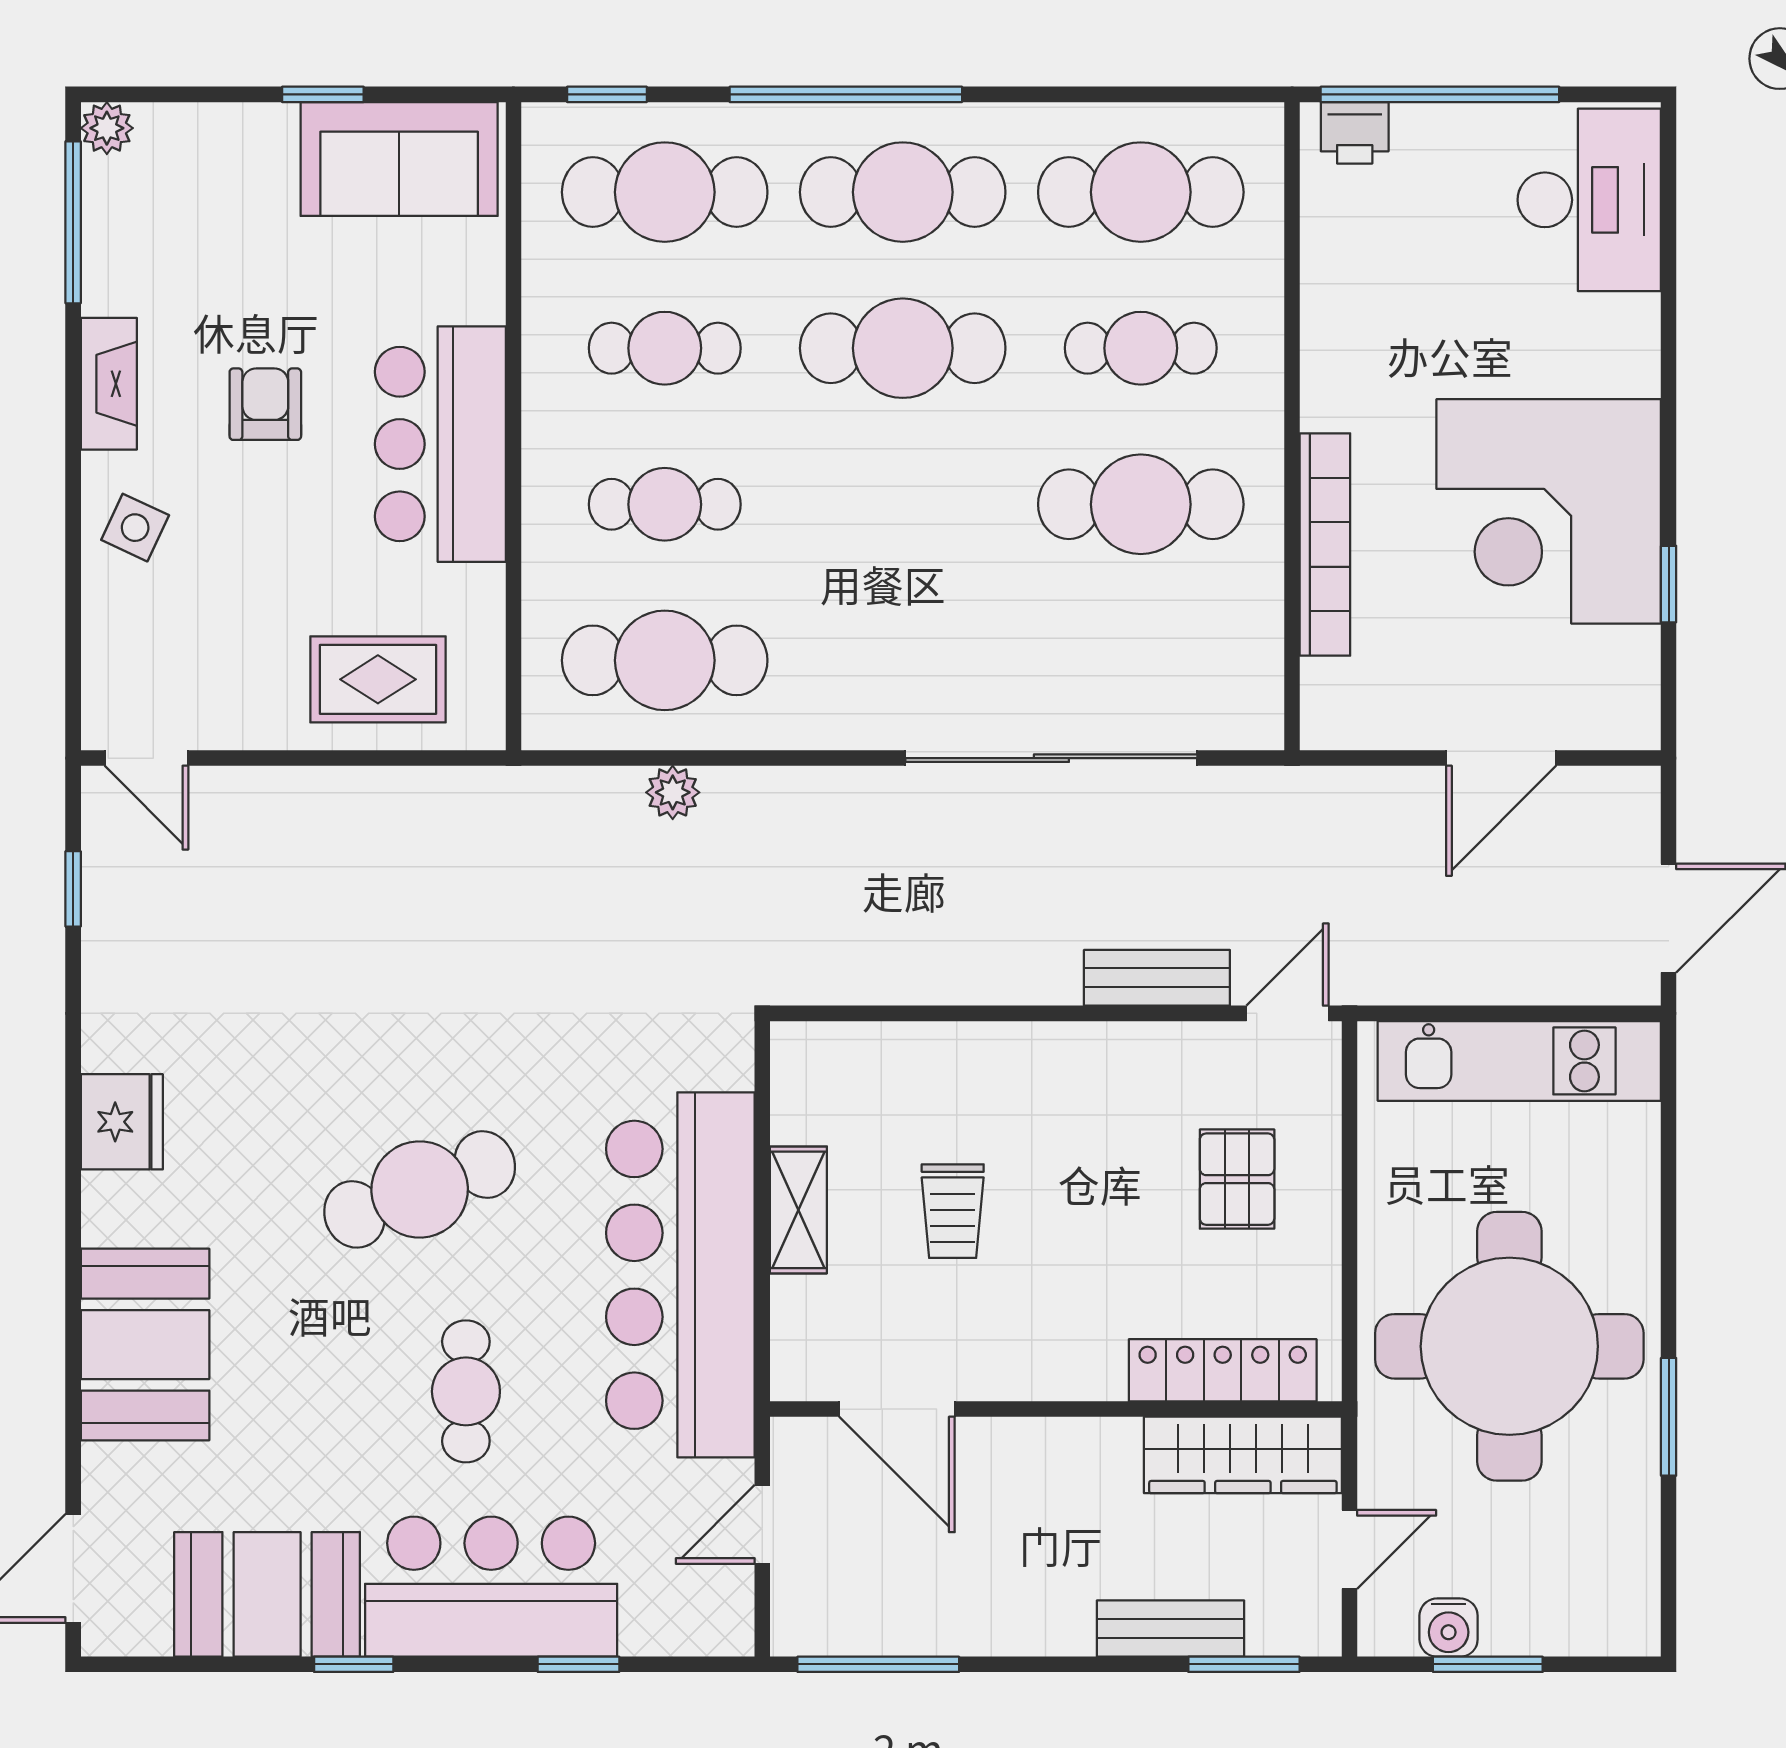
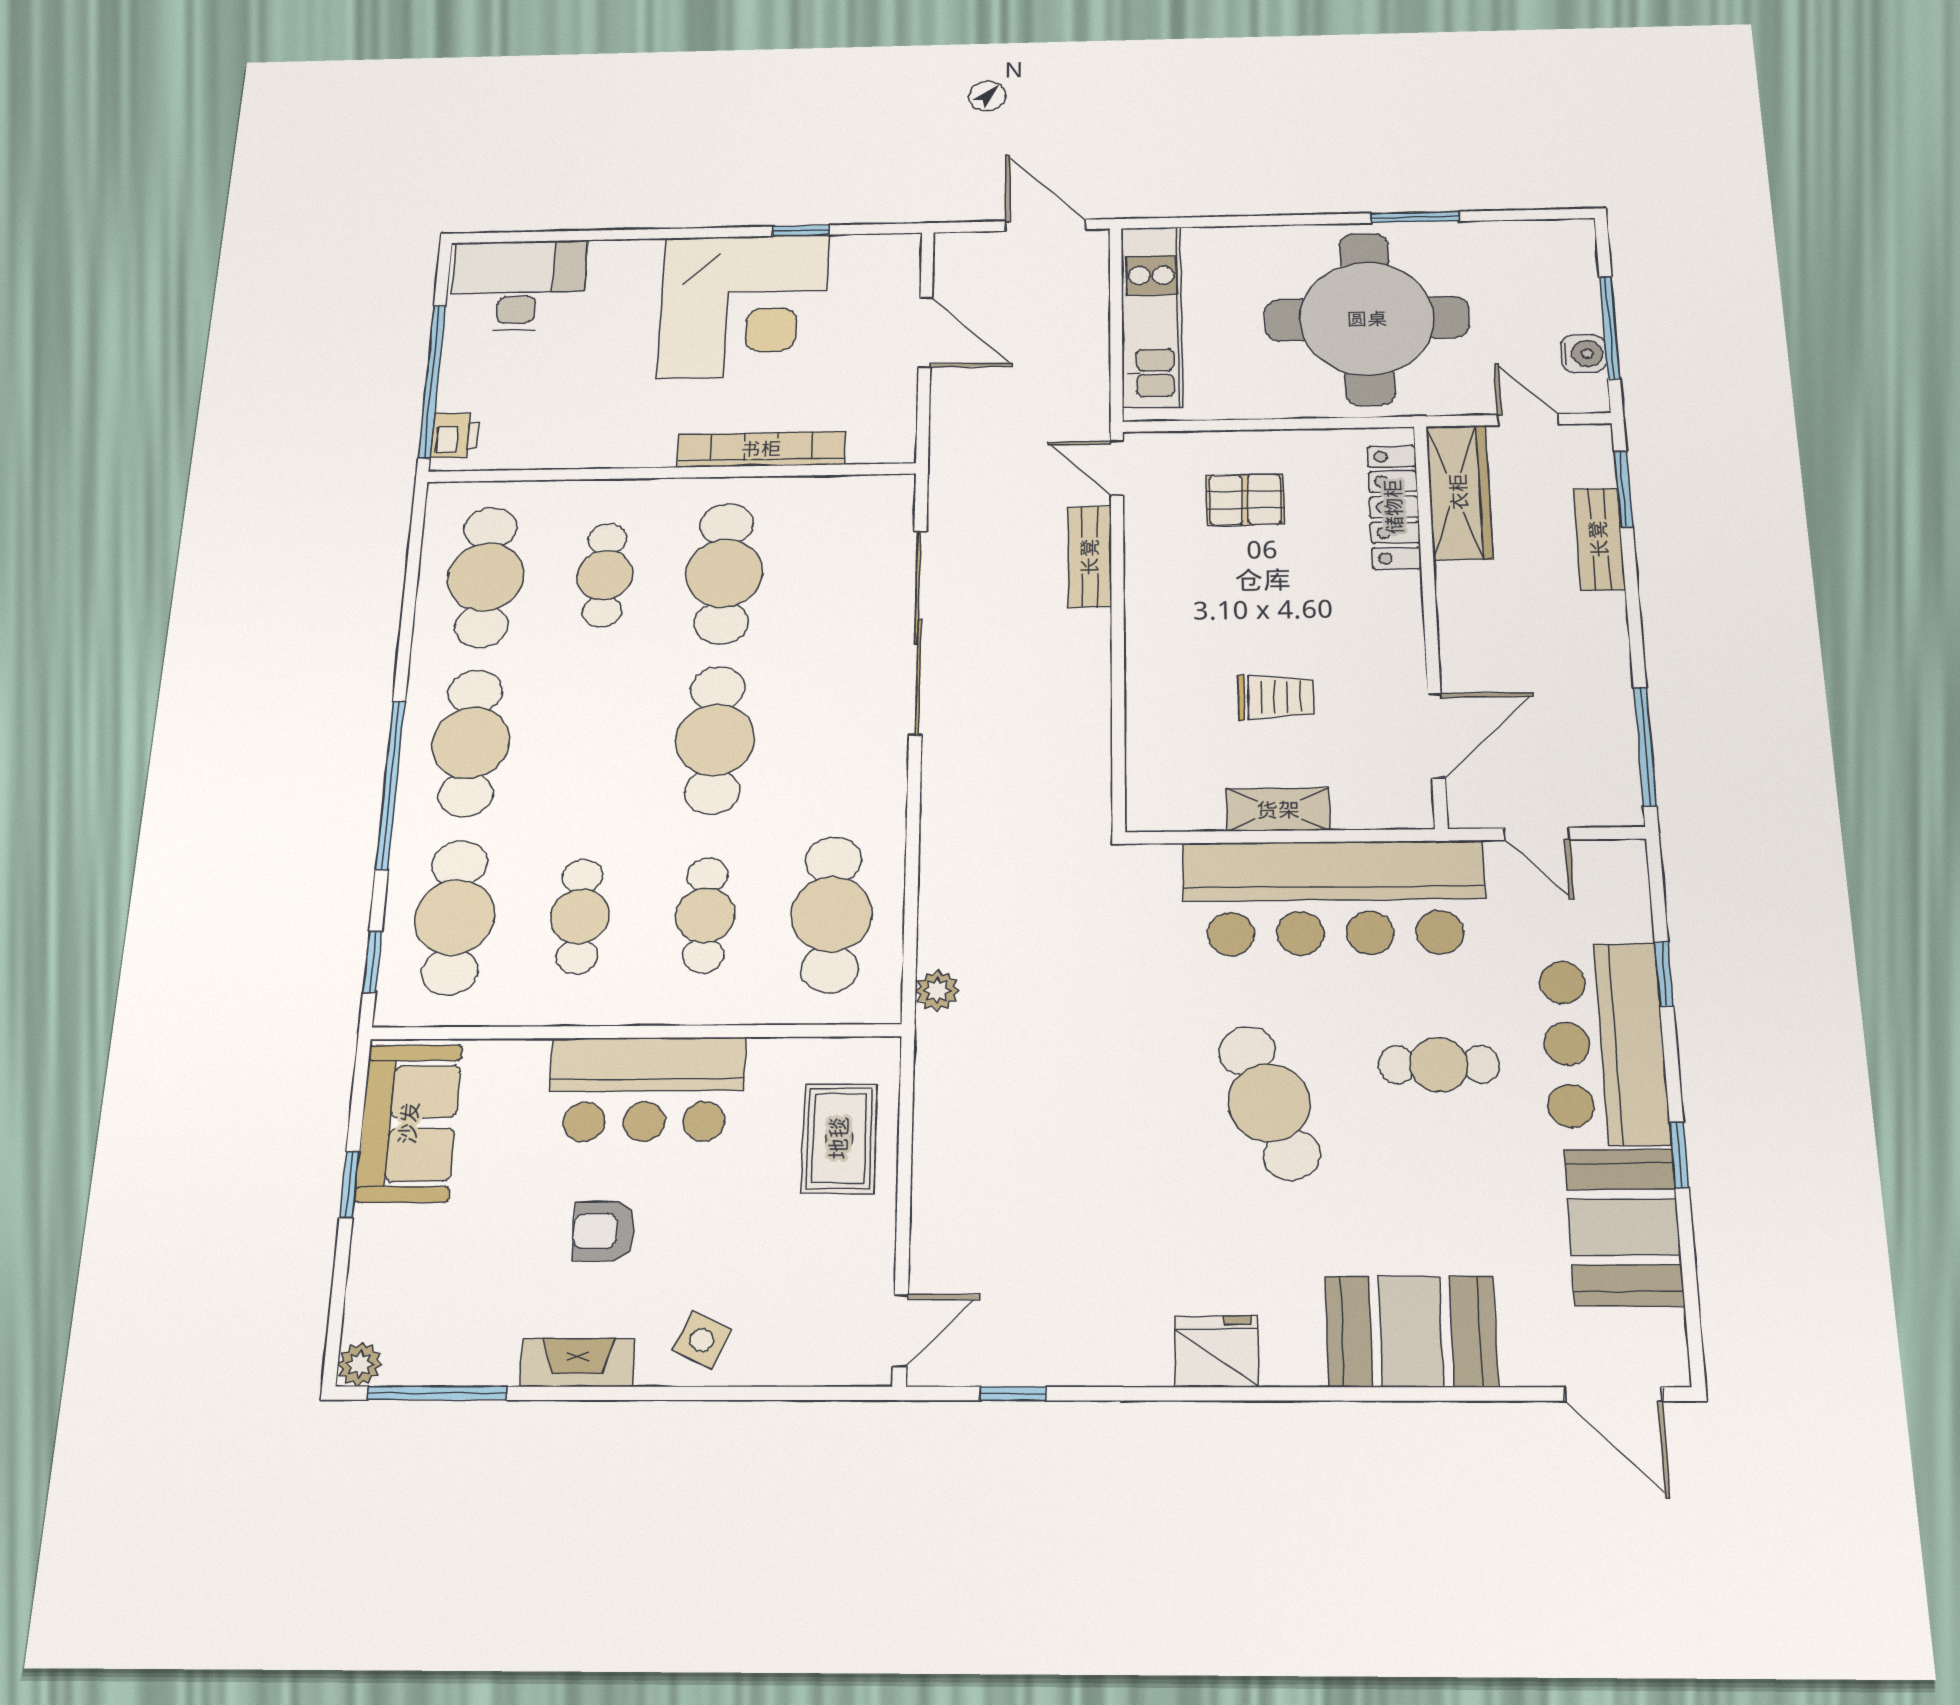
cafe table: (903, 348) -> (715, 740), moved
plant: (673, 792) -> (937, 991), moved
window: (1488, 1664) -> (1610, 328), width x1.44

